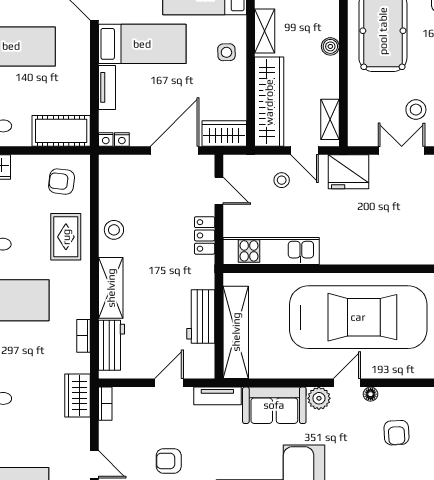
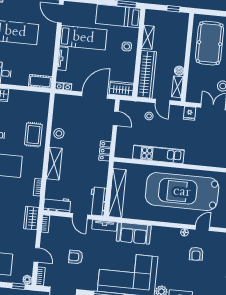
boiler: (330, 46) -> (179, 71), moved
cot: (61, 131) -> (40, 81), width x0.73, depth x0.75
fridge: (349, 172) -> (190, 113), width x0.53, depth x0.75
armchair: (62, 182) -> (34, 105), removed
locker: (205, 235) -> (105, 151), moved
kitchen unit: (271, 251) -> (158, 154), moved
workbench: (201, 316) -> (98, 201), moved
car: (358, 317) -> (182, 192), turned 180
workbench: (111, 345) -> (57, 205), moved, turned -90
door: (169, 383) -> (80, 216), swing flipped
door: (347, 383) -> (202, 228), moved
plant: (319, 398) -> (157, 232), removed

